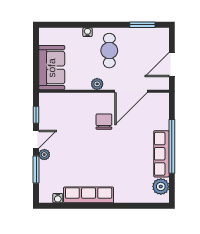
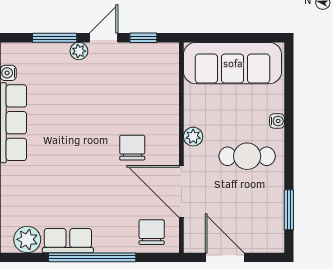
sofa: (52, 68) -> (233, 63), width x1.36
chair: (156, 110) -> (152, 232), added
chair: (104, 122) -> (132, 148), turned -90
door: (36, 139) -> (104, 38), swing flipped
row of seats: (161, 154) -> (68, 241), width x0.68

